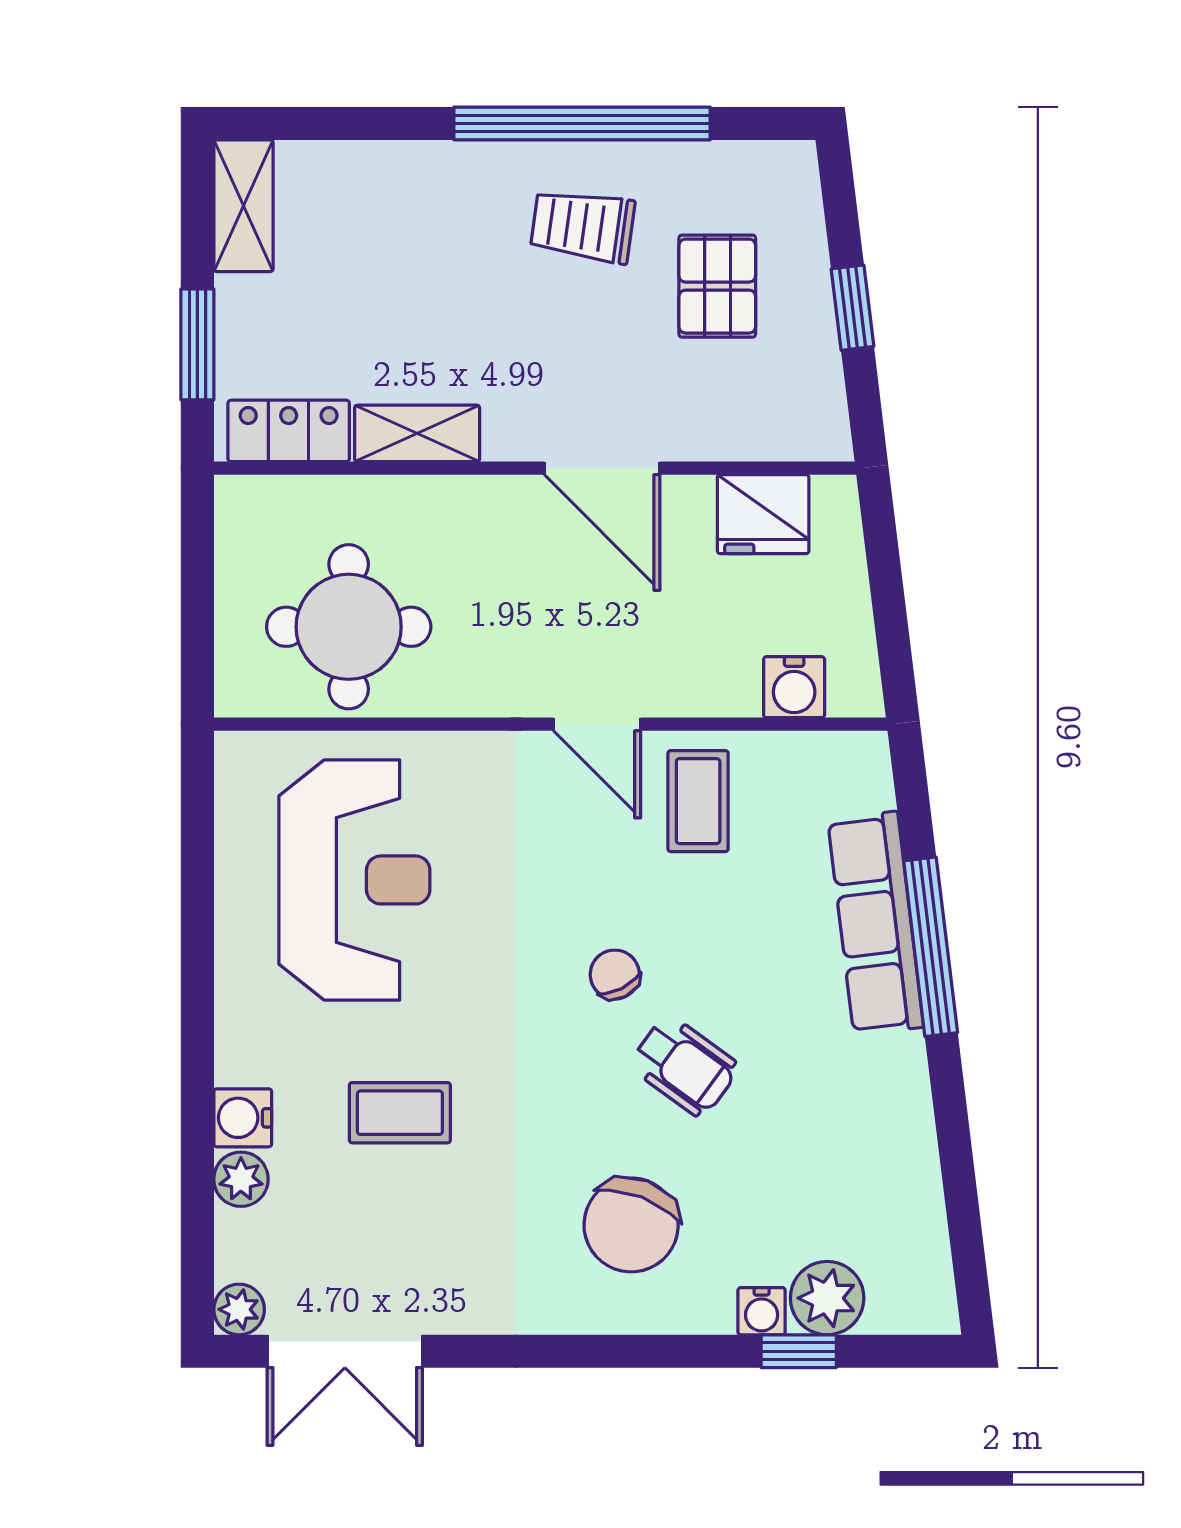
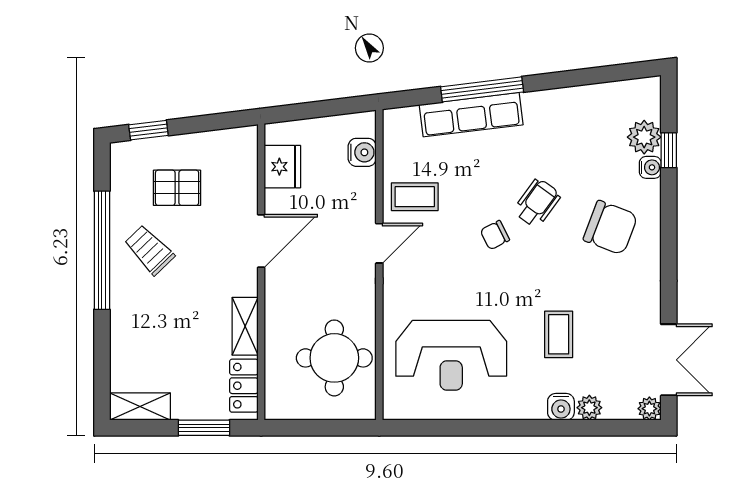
trolley: (583, 226) -> (149, 250), turned 128
window: (852, 308) -> (148, 130), moved
reception desk: (354, 880) -> (451, 355), turned 180

